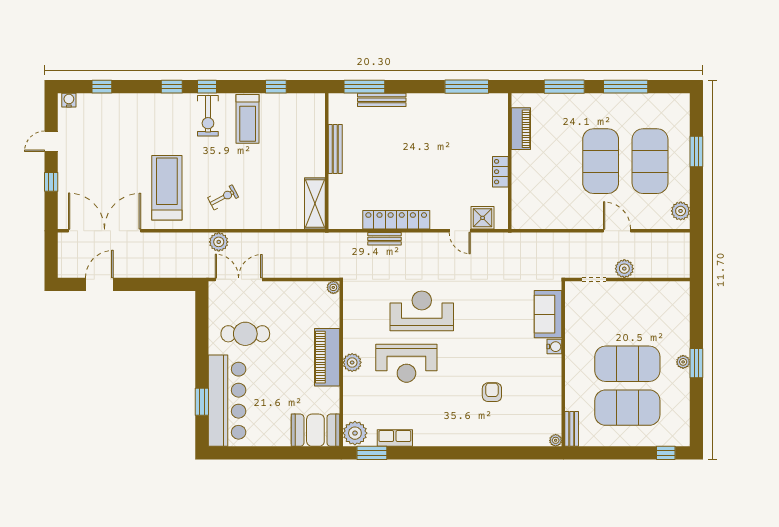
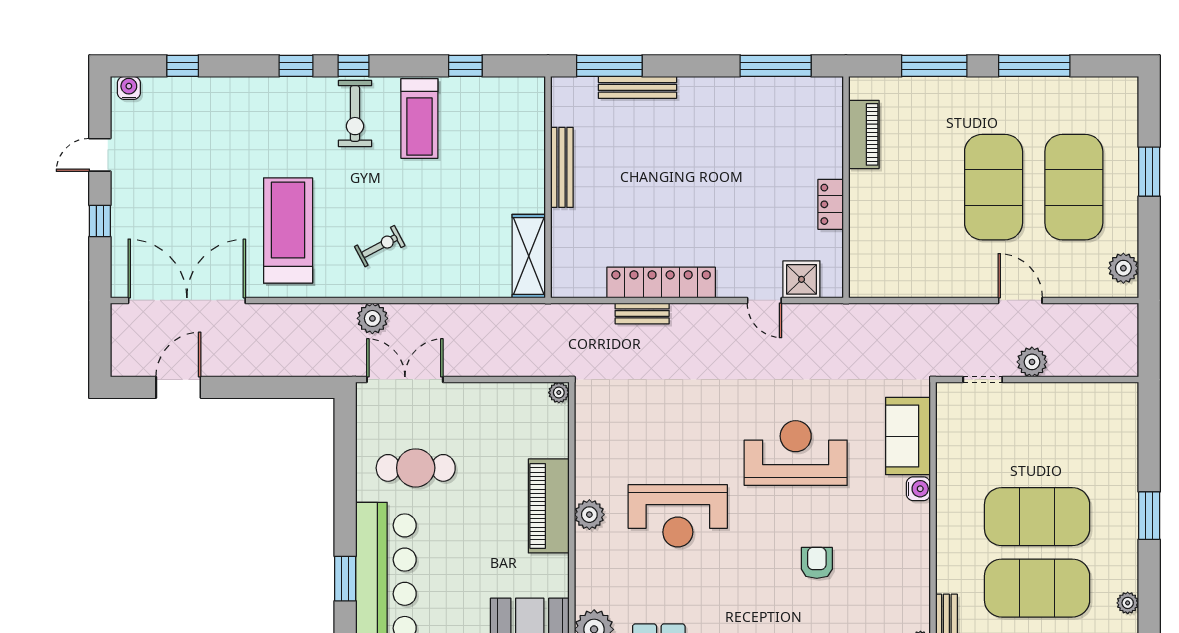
reception desk: (422, 311) -> (796, 453), moved
plant: (683, 362) -> (1128, 603), moved

